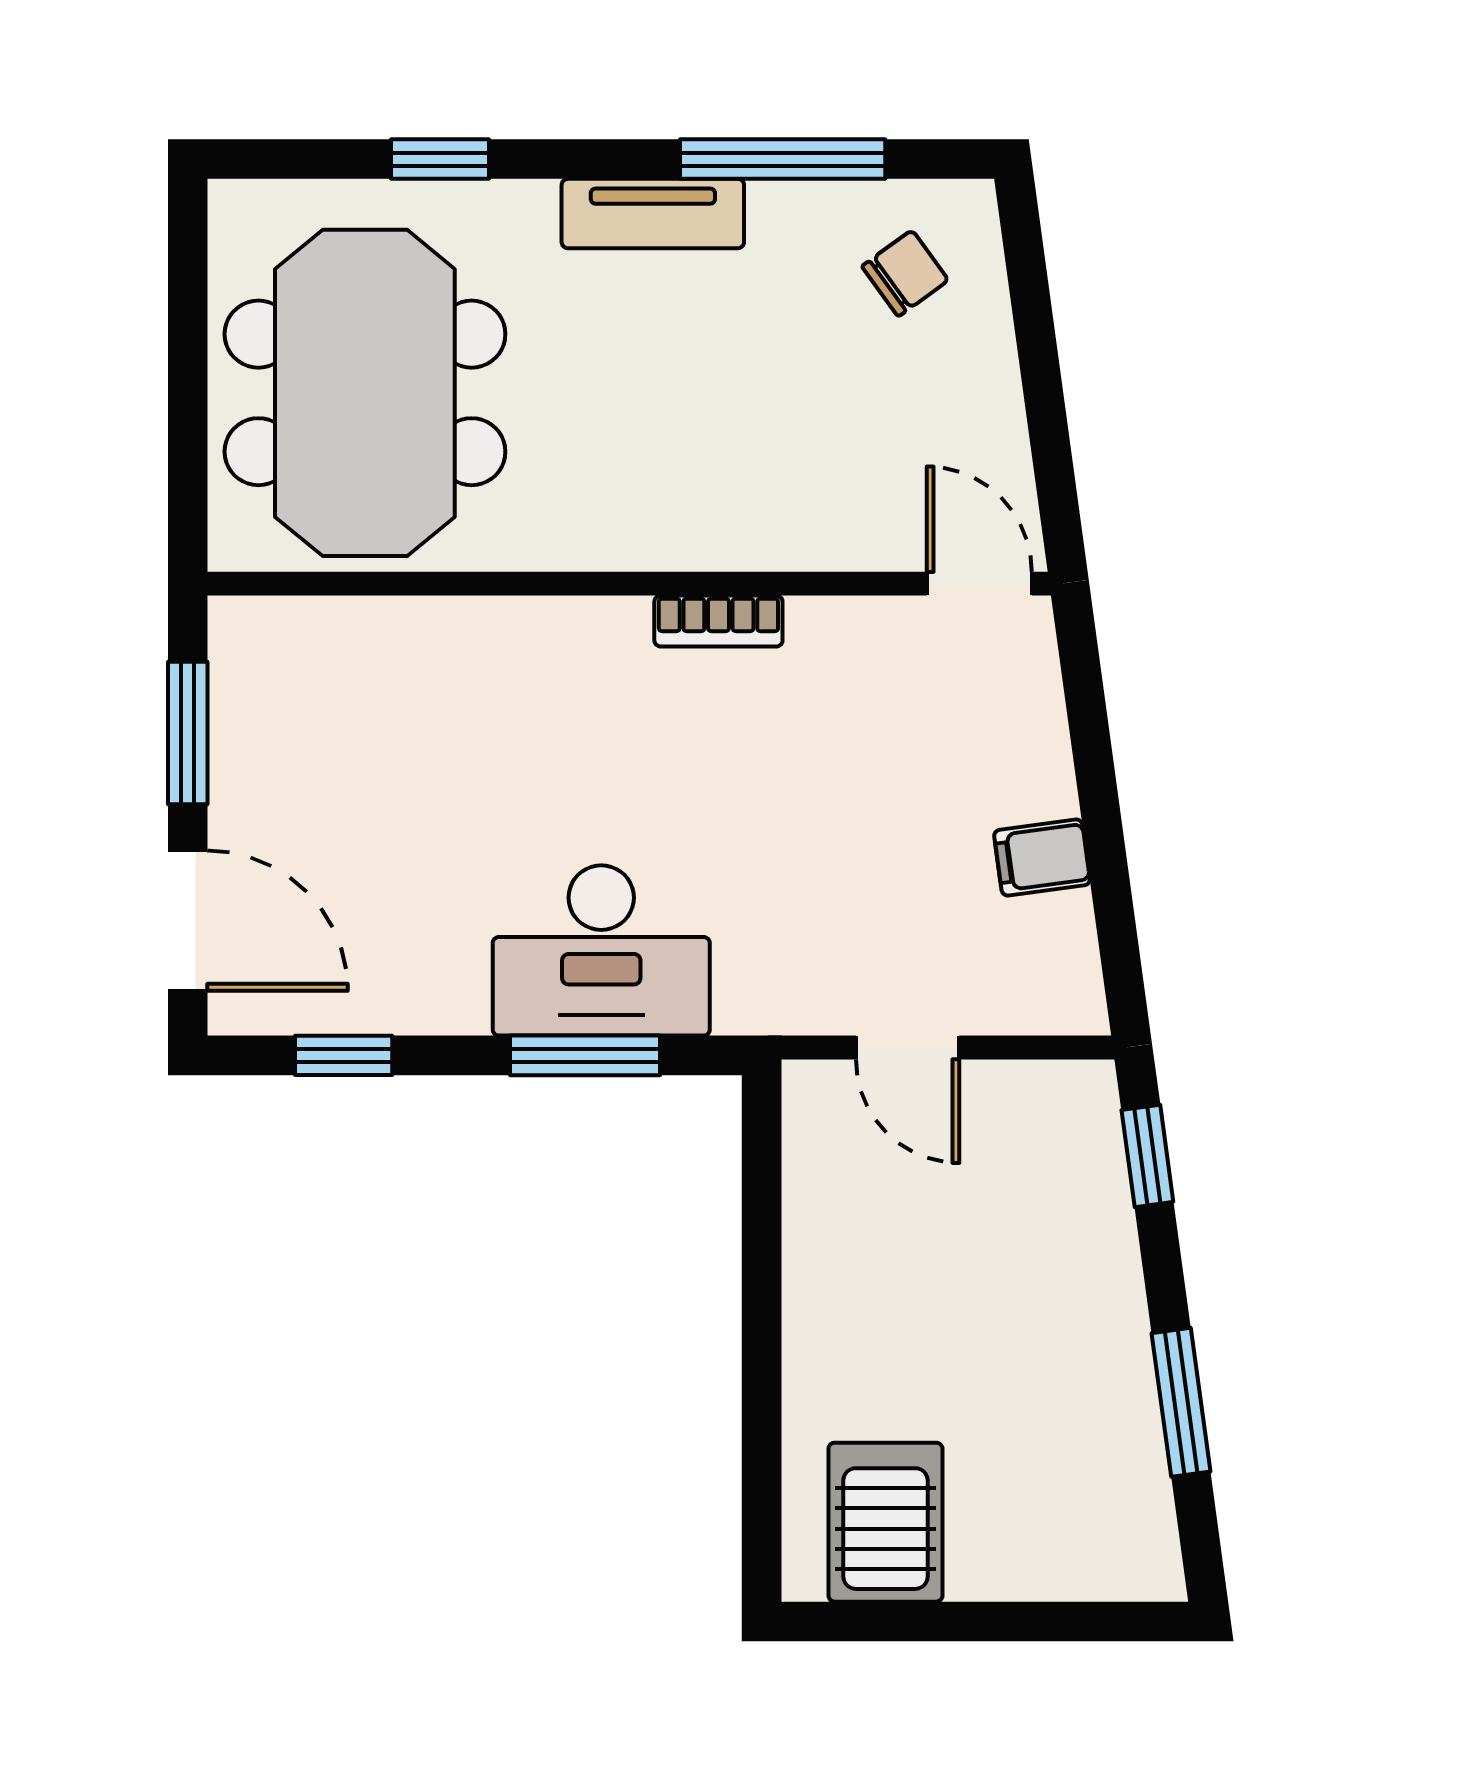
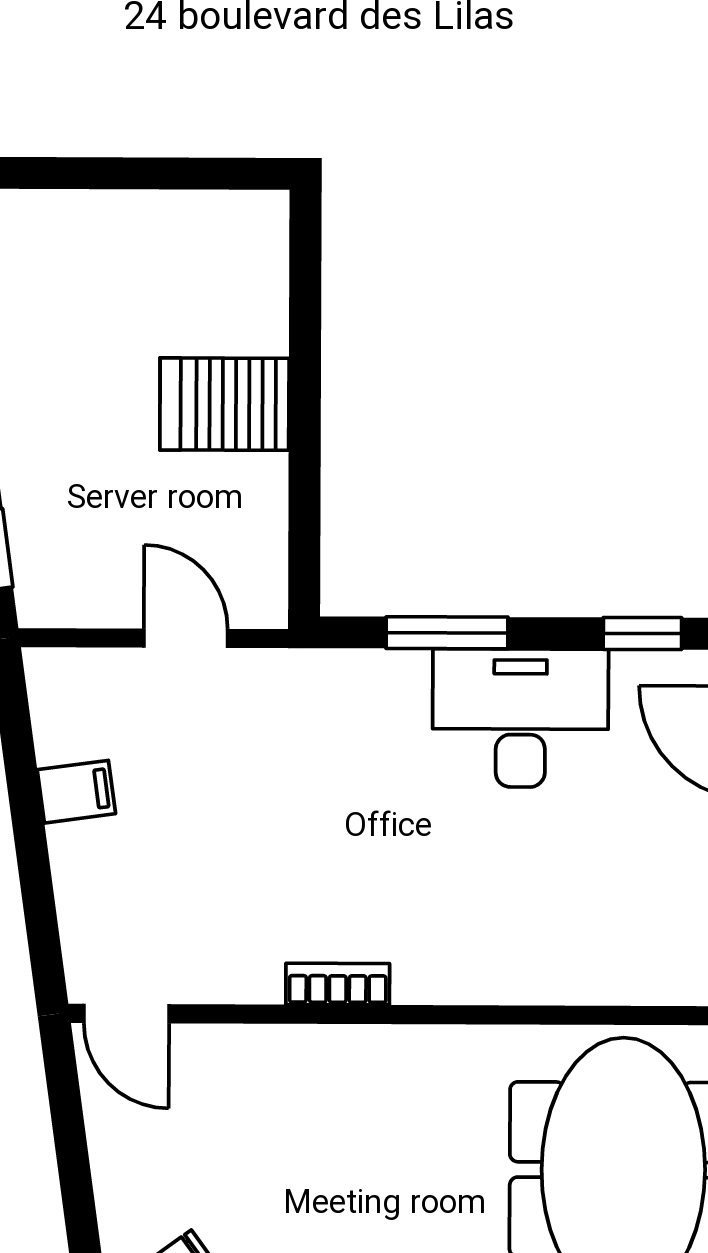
desk: (601, 950) -> (520, 718), moved
server rack: (885, 1522) -> (224, 404), moved, turned 90

